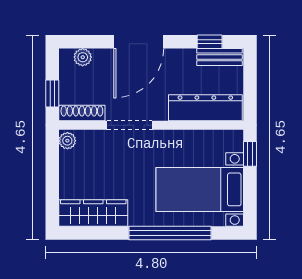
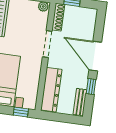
window: (210, 42) -> (91, 86), moved
plant: (83, 57) -> (91, 22), removed

